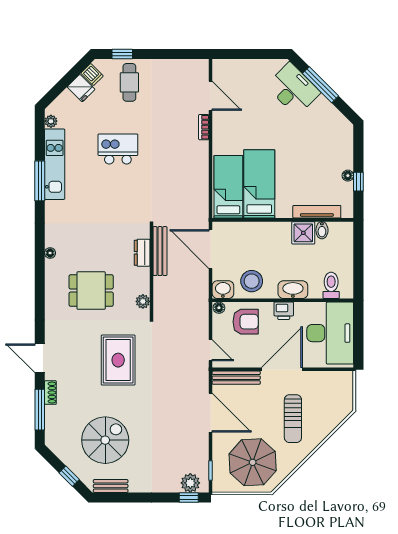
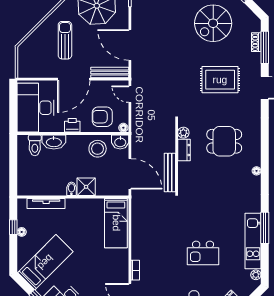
bed: (259, 184) -> (45, 262), moved, turned -135
bidet: (322, 230) -> (71, 189), moved
shower: (303, 233) -> (86, 187), moved
dresser: (142, 253) -> (184, 150), moved
washbasin: (293, 290) -> (54, 142), moved
rug: (118, 360) -> (220, 80), moved, turned 90
shoe rack: (50, 393) -> (256, 42), moved

